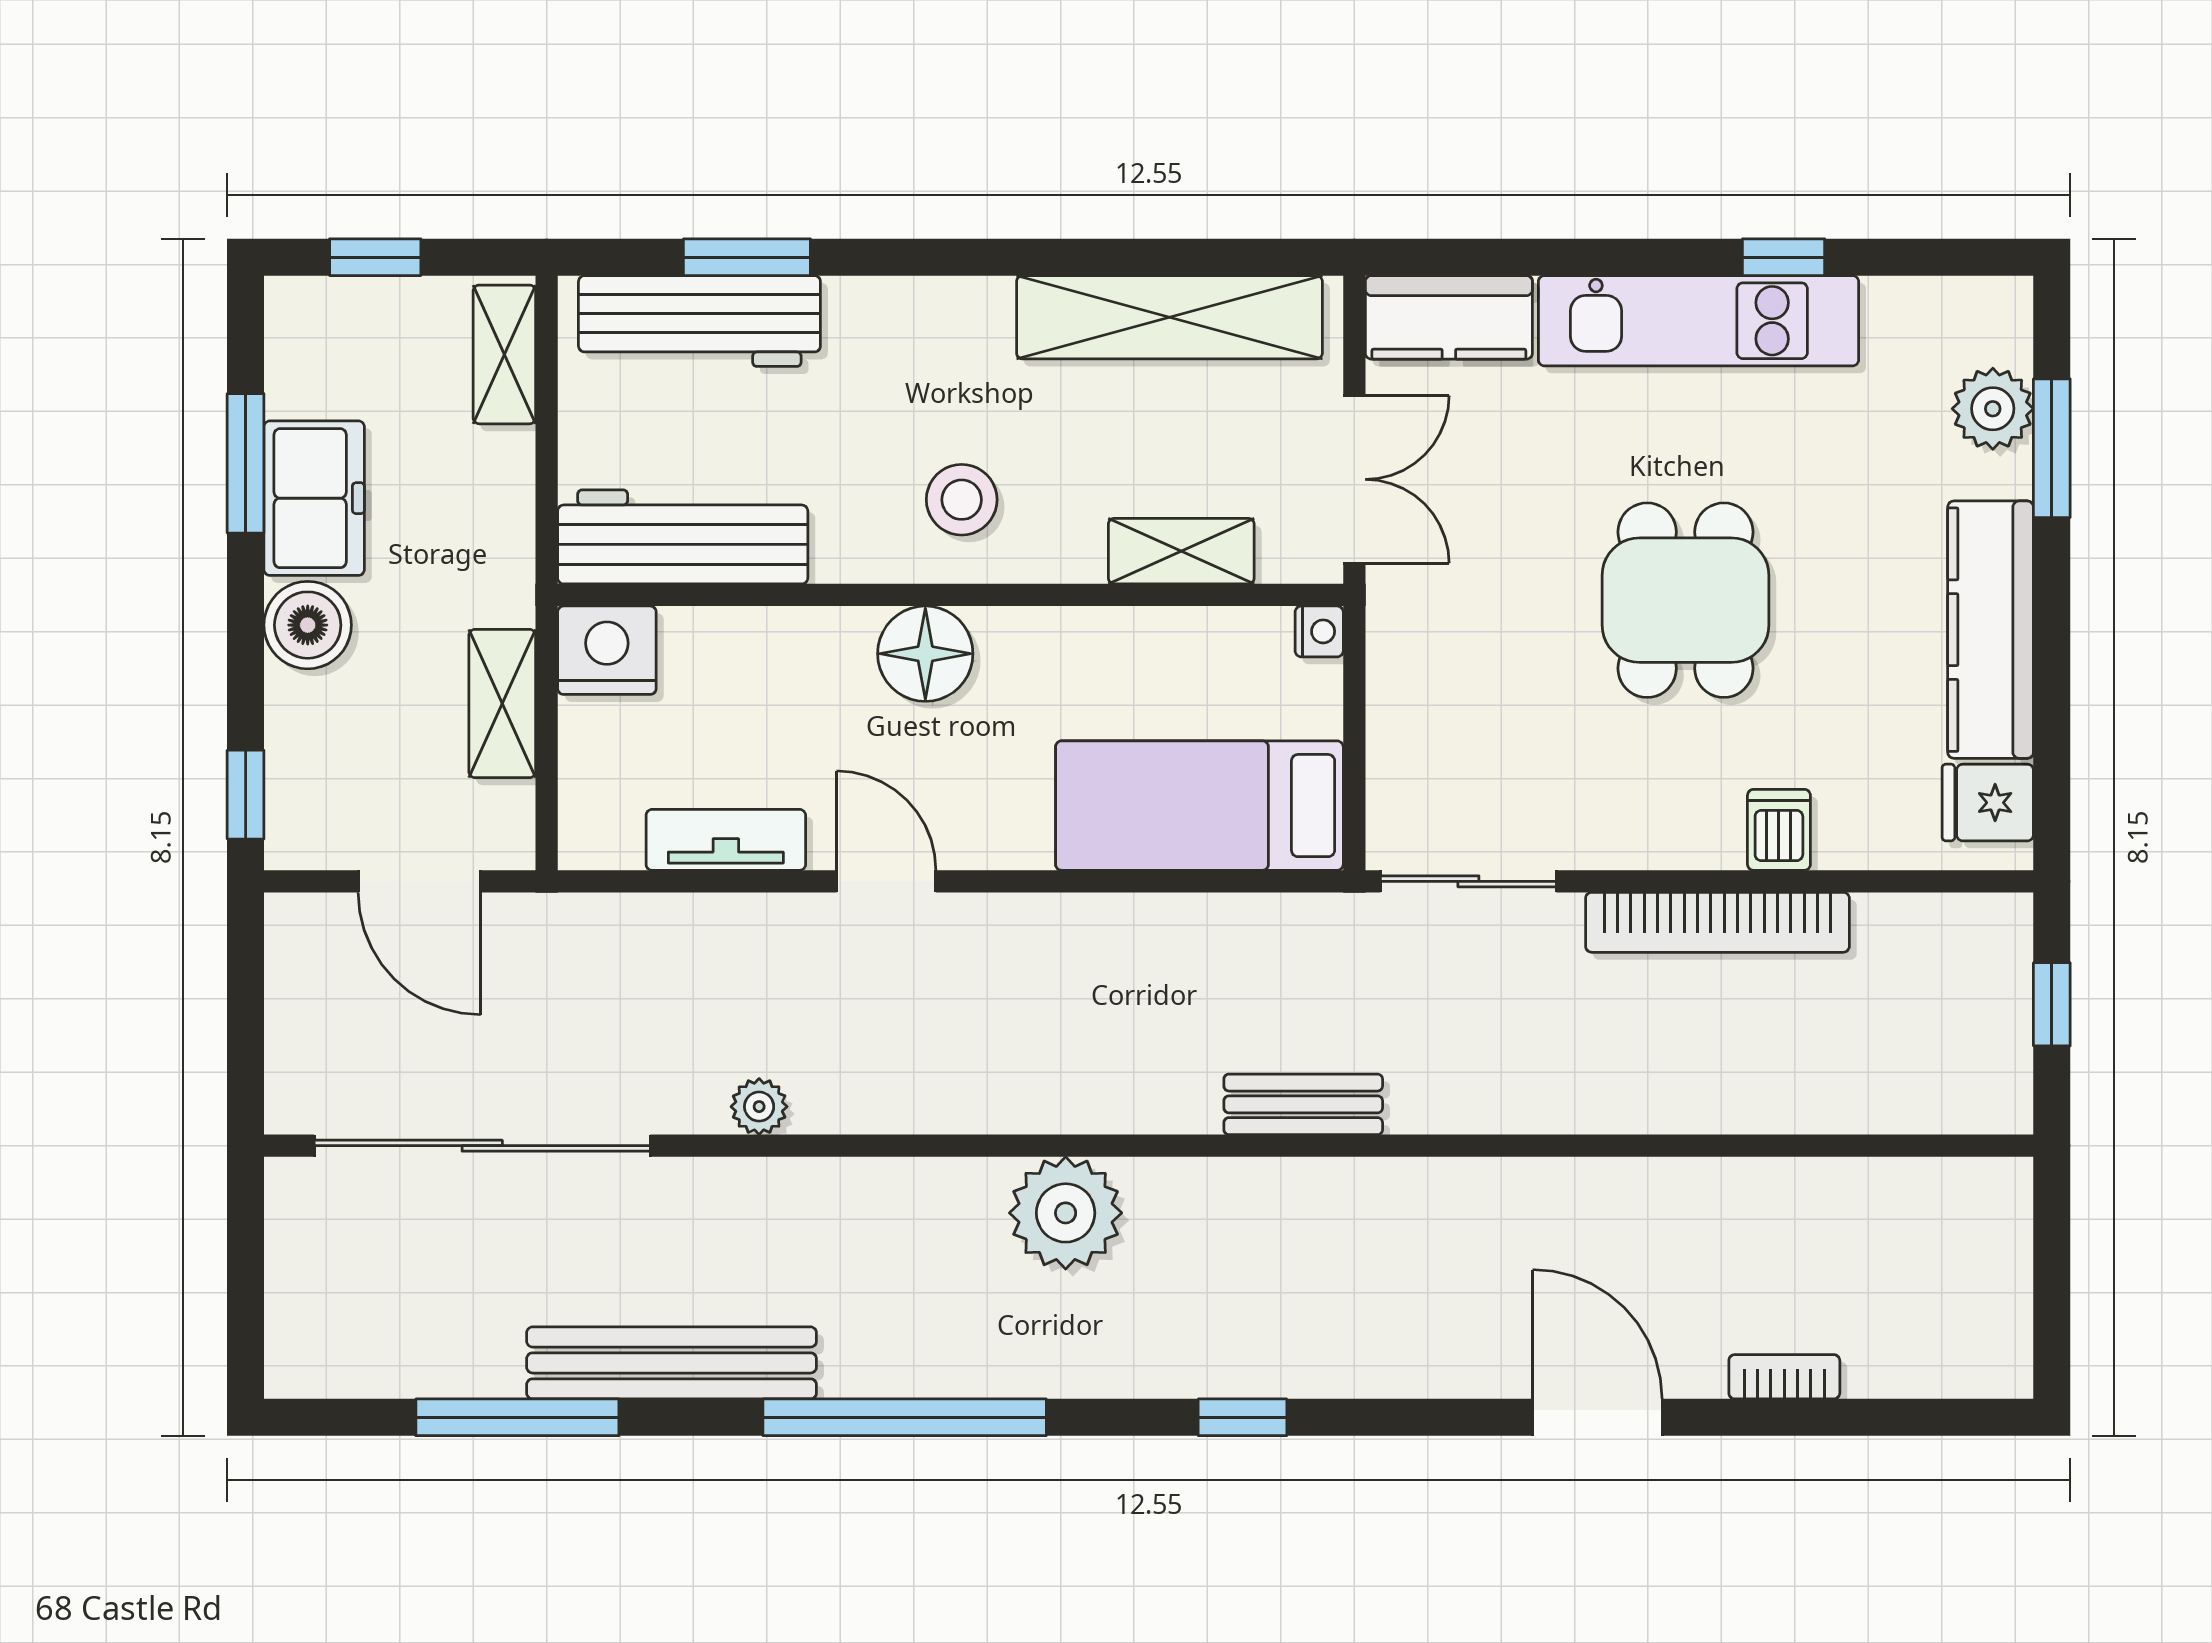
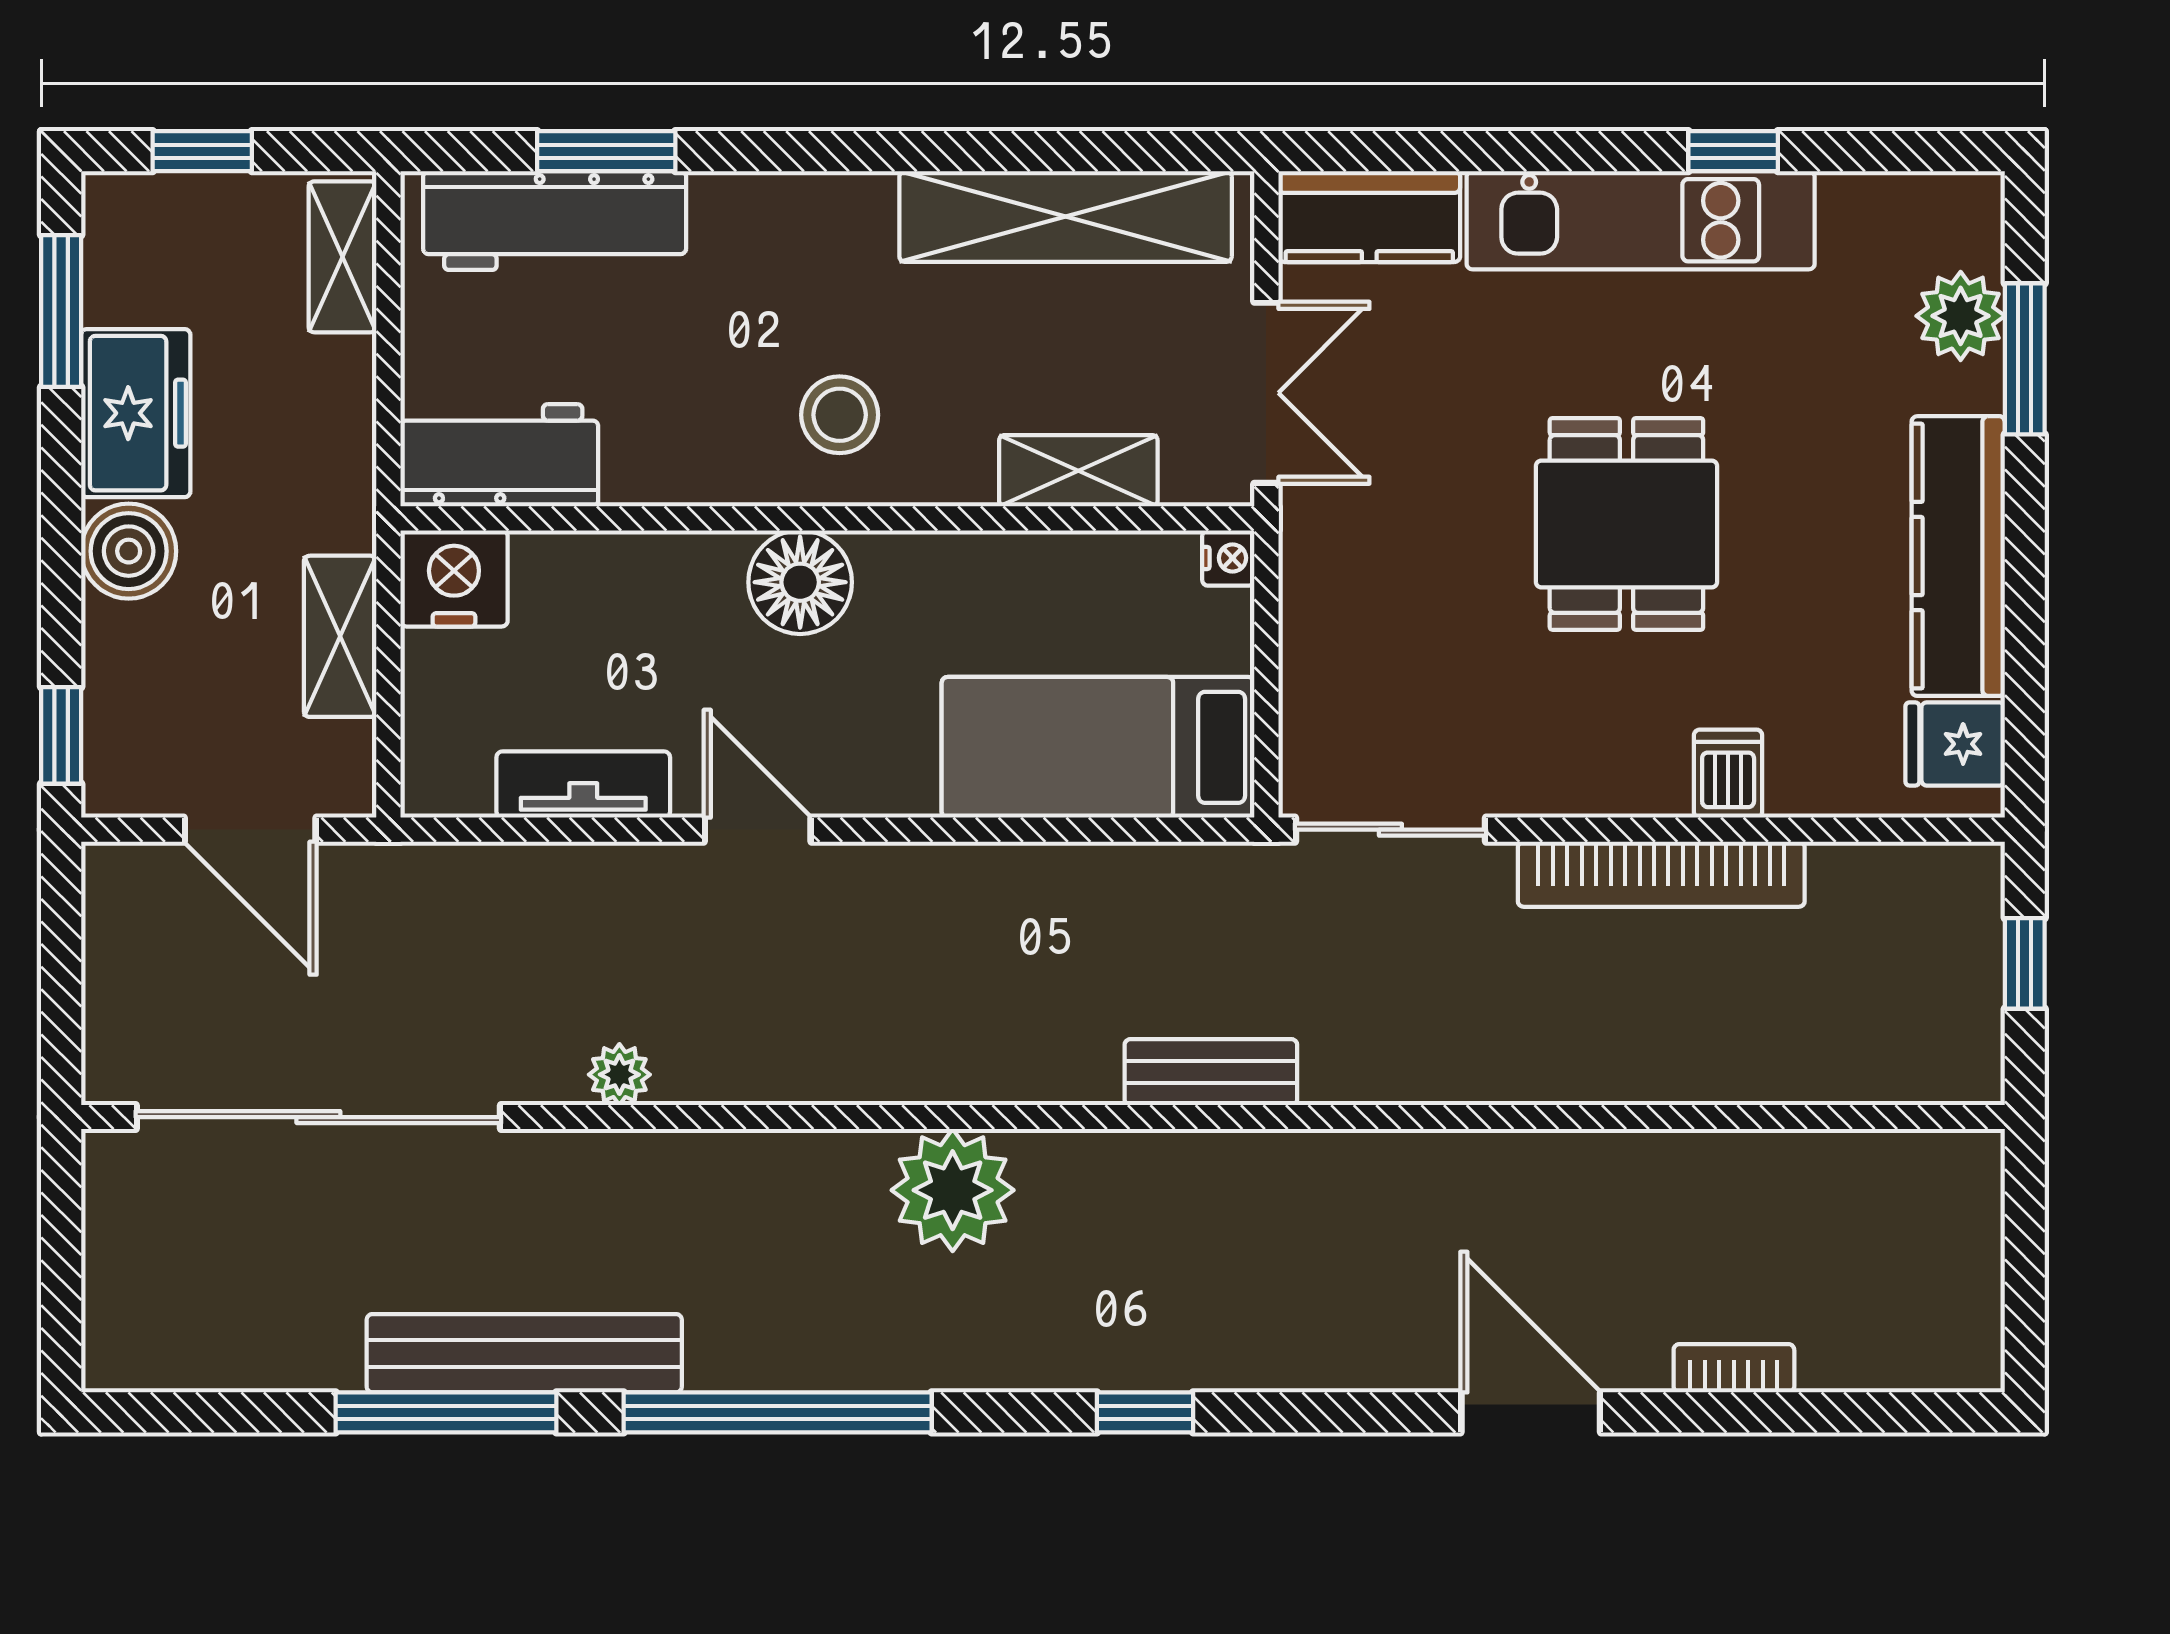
window: (246, 463) -> (61, 311), moved
workbench: (683, 537) -> (499, 455), width x0.73
window: (517, 1417) -> (446, 1412), moved

